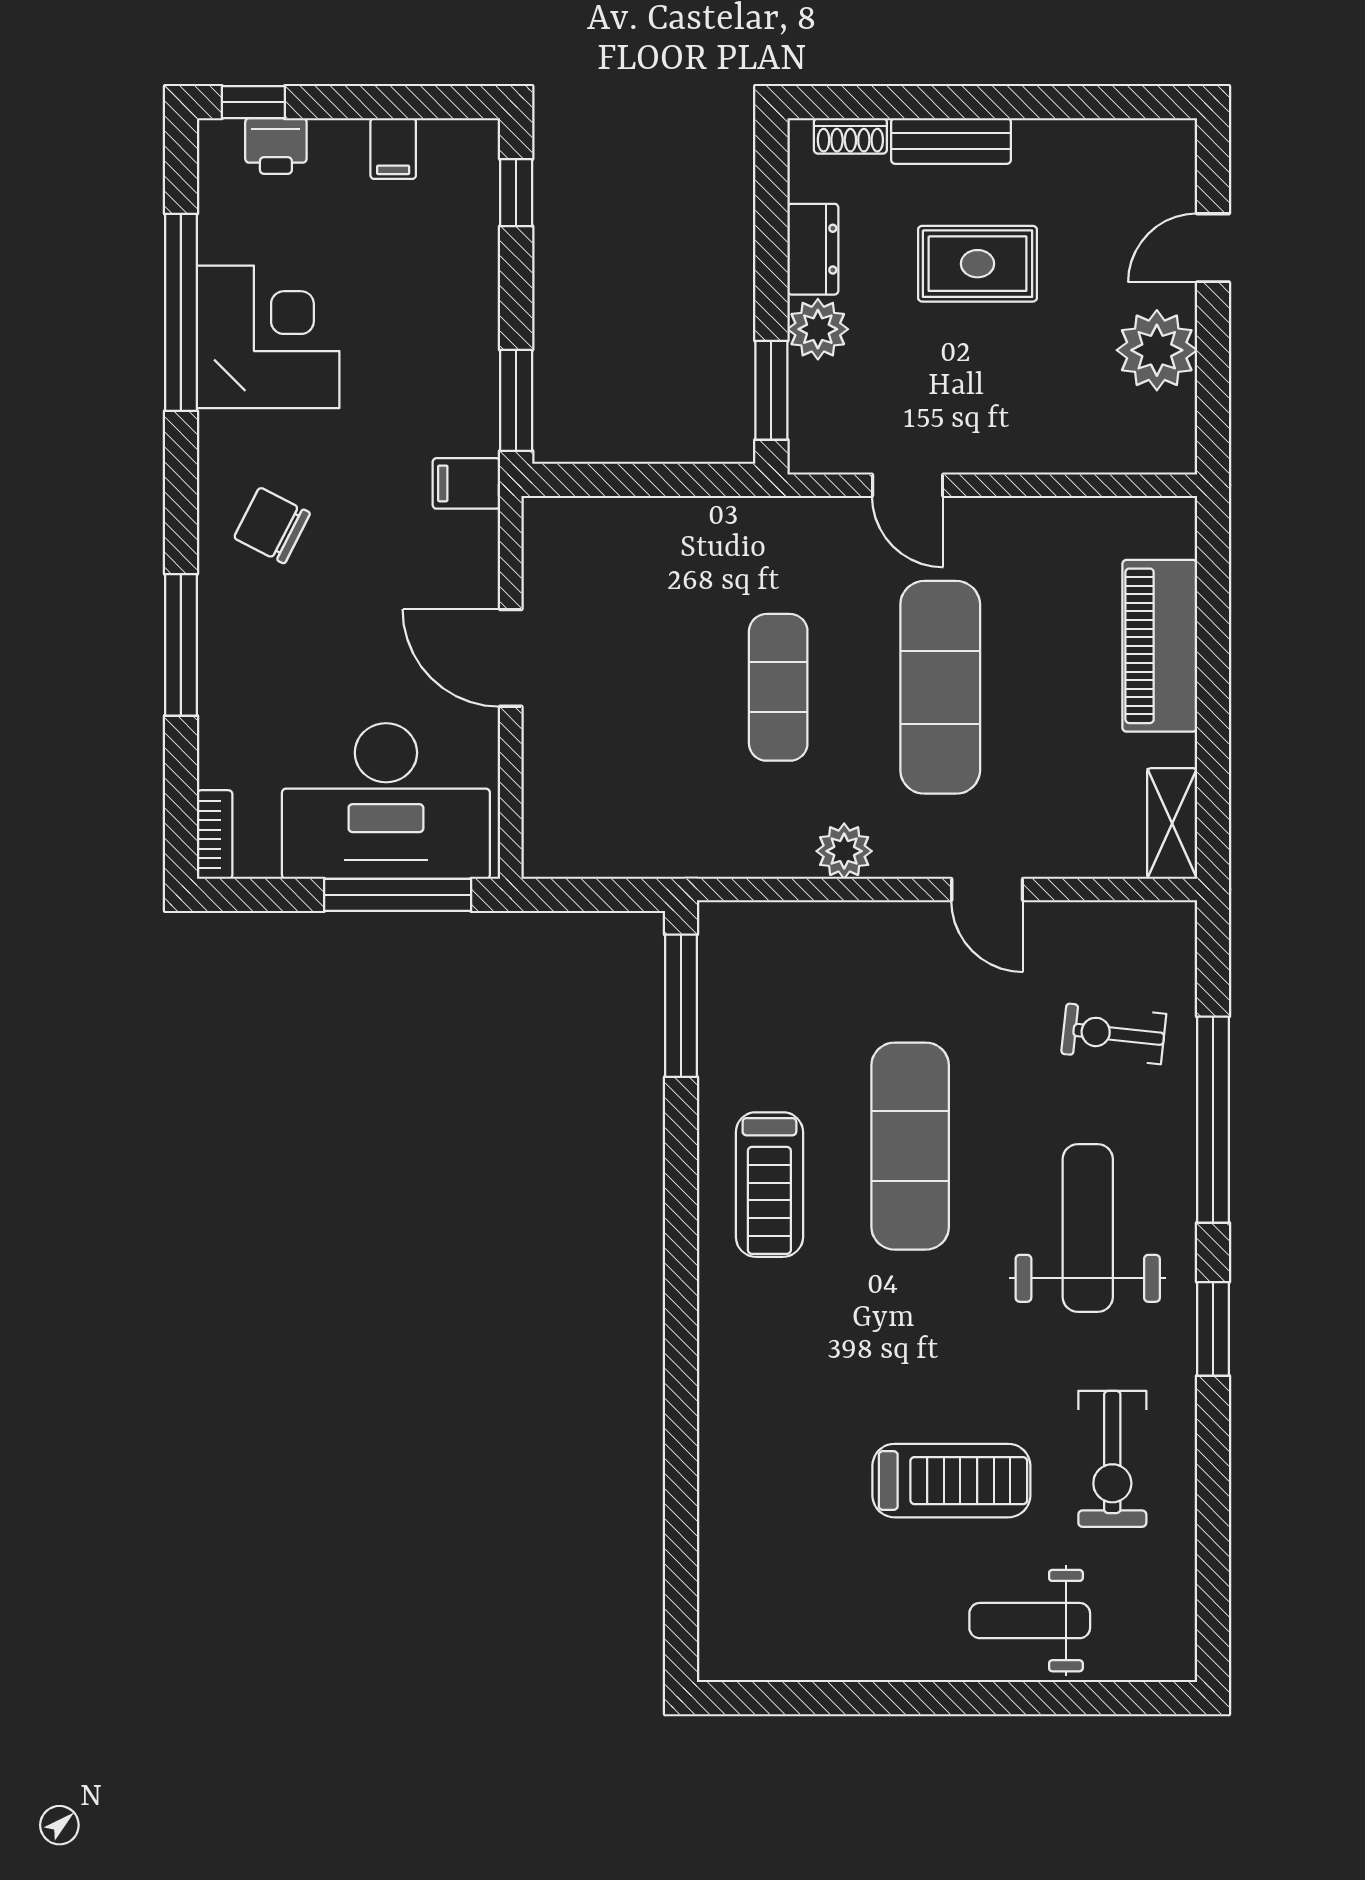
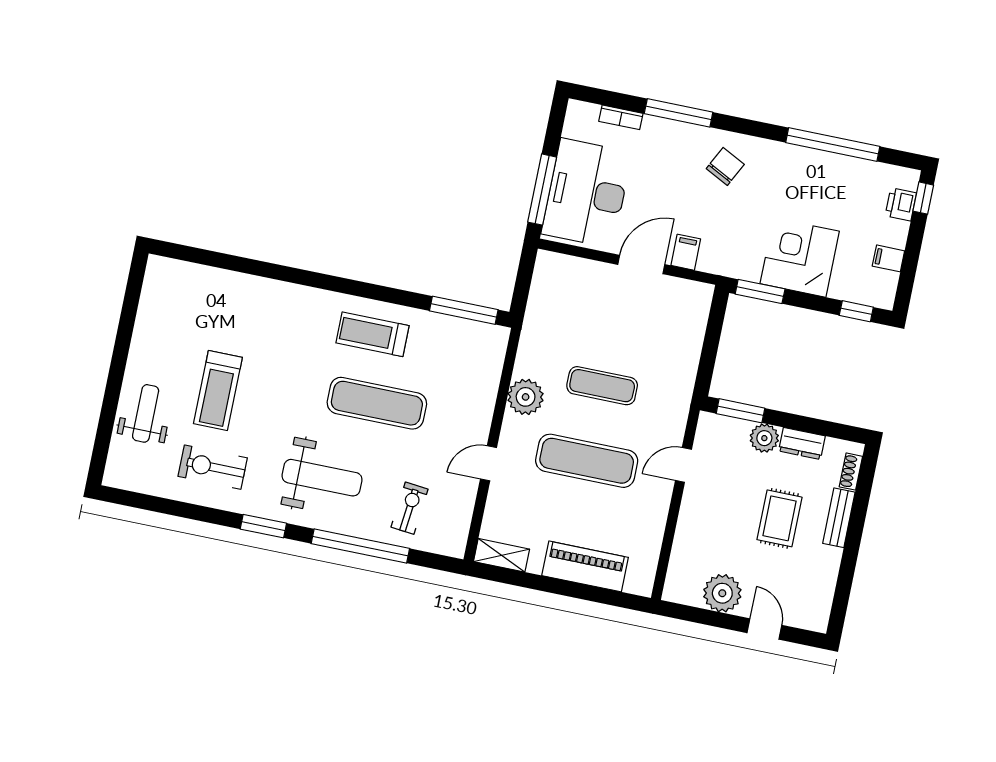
corner desk: (268, 337) -> (800, 257), moved, turned 180
filing cabinet: (466, 483) -> (686, 252), moved
bookcase: (215, 835) -> (621, 117), moved
plant: (844, 851) -> (526, 397), width x1.36, depth x1.36

